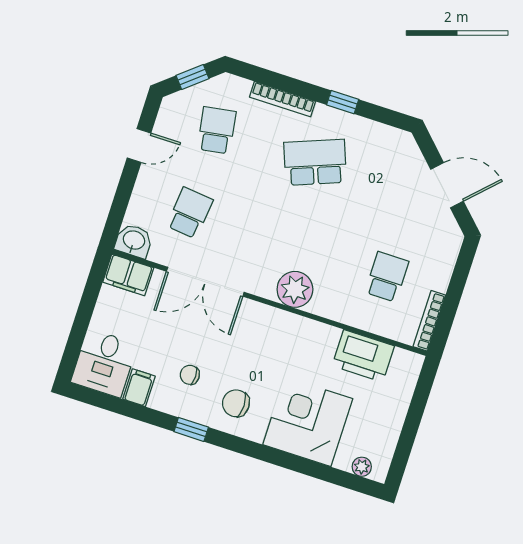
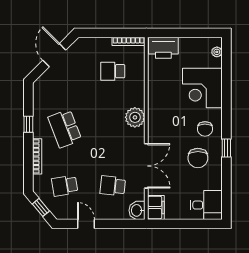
printer: (363, 356) -> (163, 48), moved, turned 90
chair: (190, 375) -> (198, 158), width x1.87, depth x1.87
filing cabinet: (139, 388) -> (213, 183), removed

